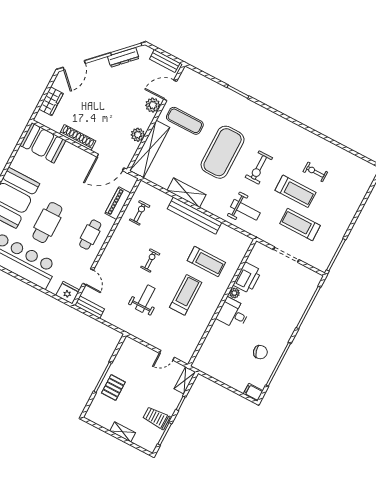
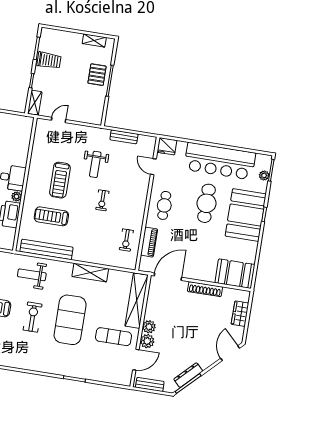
plant: (138, 135) -> (149, 327), moved
bench: (194, 216) -> (46, 249), moved
bench: (90, 307) -> (124, 137), moved
shelving: (123, 432) -> (94, 40), moved

